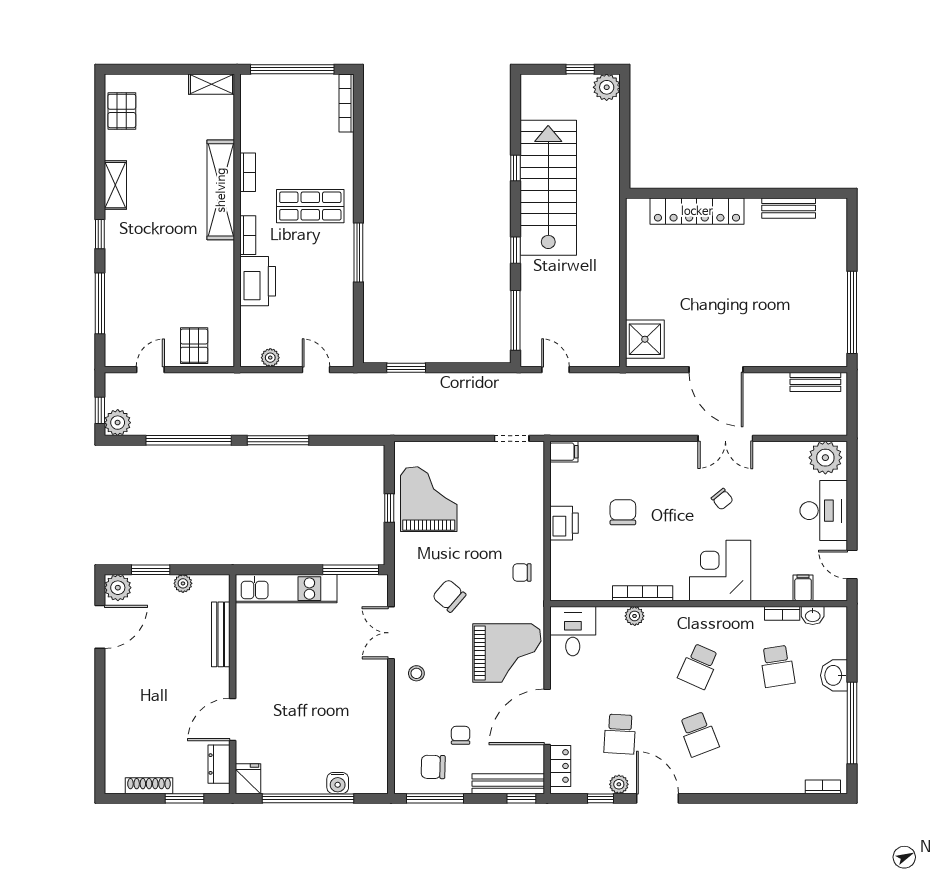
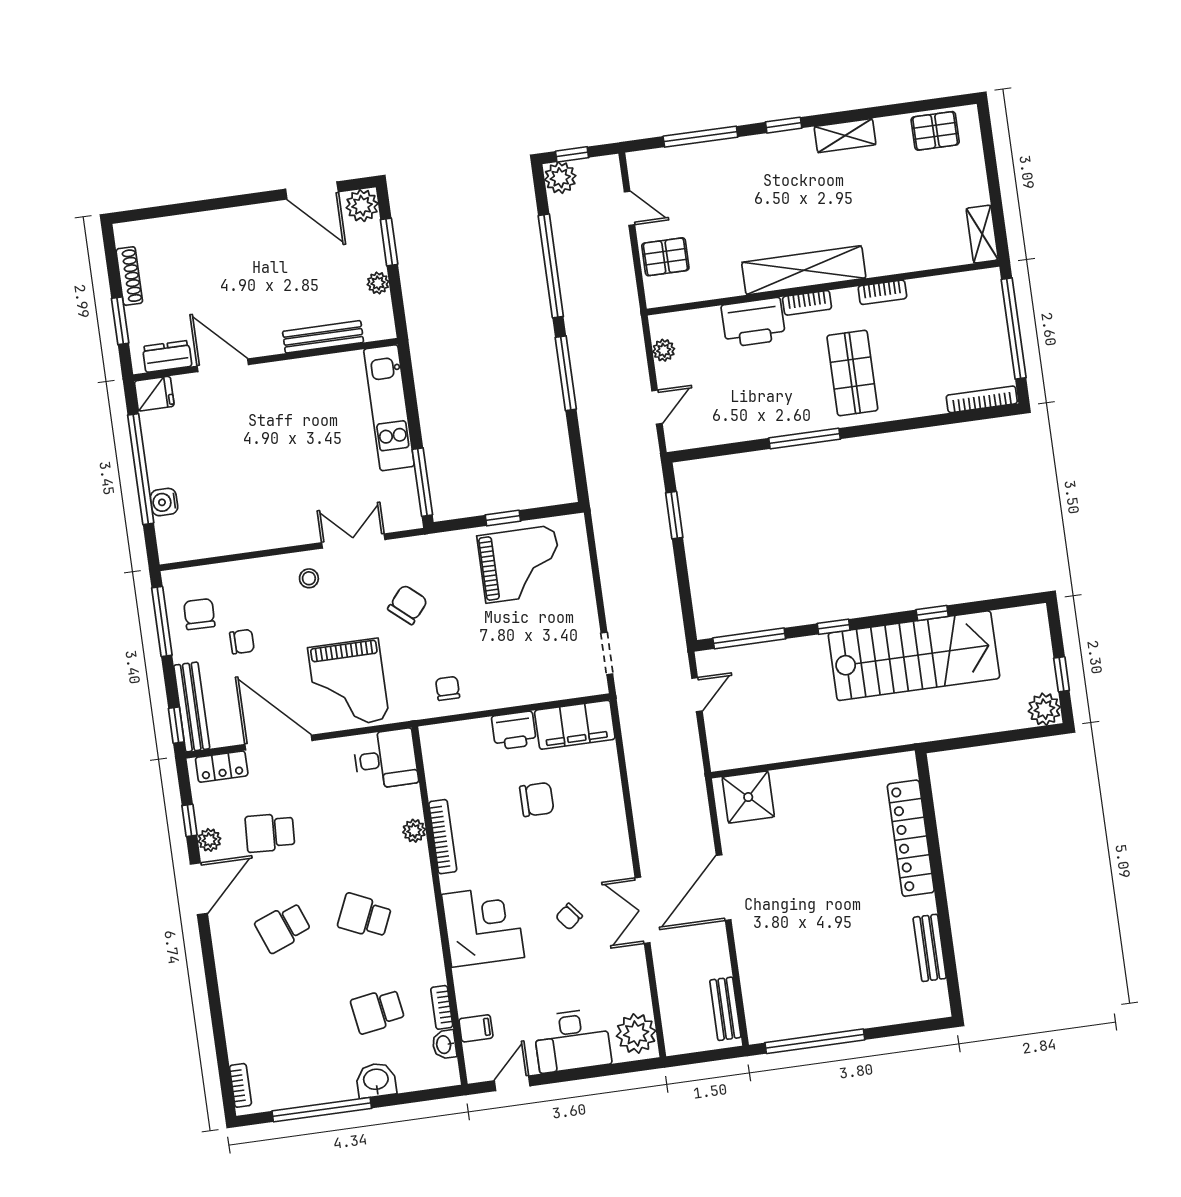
shelving: (221, 190) -> (804, 270), moved
filing cabinet: (564, 452) -> (575, 725), width x3.00, depth x1.17

